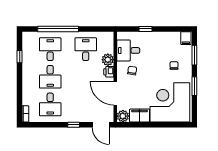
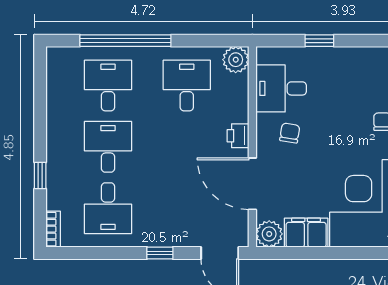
window: (20, 57) -> (40, 175), moved
plant: (108, 60) -> (236, 60), moved
desk: (50, 77) -> (108, 147), turned 180

